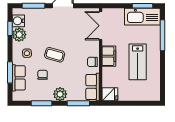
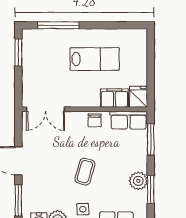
kitchen sink: (142, 17) -> (33, 53), removed
filing cabinet: (109, 56) -> (114, 98), moved
chair: (43, 75) -> (112, 188), removed
plant: (60, 94) -> (138, 181), moved

